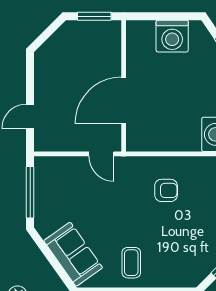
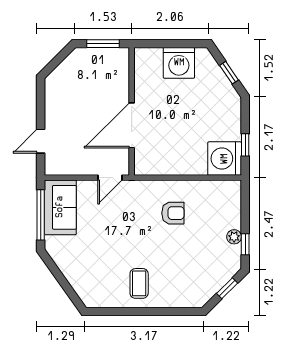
door: (101, 154) -> (110, 178), hinge flipped
sofa: (73, 254) -> (60, 207), moved, turned 35

